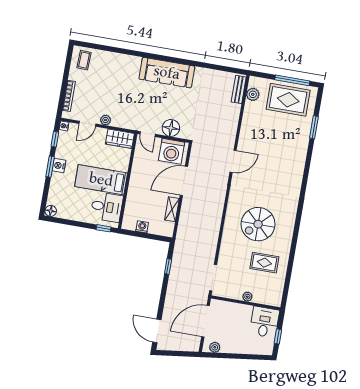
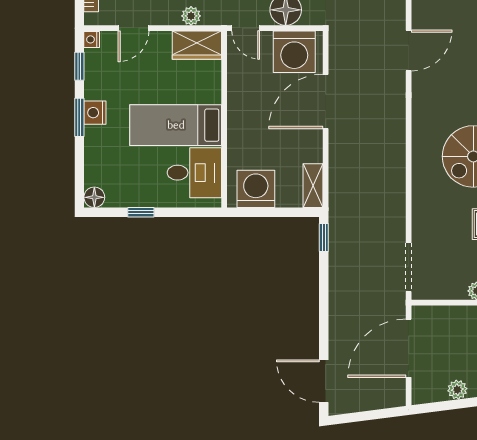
plant: (106, 120) -> (191, 16), moved
shelving: (172, 209) -> (313, 186), moved
washing machine: (142, 227) -> (256, 189), width x1.89, depth x1.89
window: (104, 228) -> (141, 212), moved
window: (168, 266) -> (324, 237), moved
plant: (215, 347) -> (457, 390), moved

